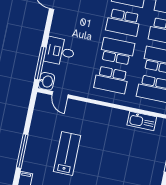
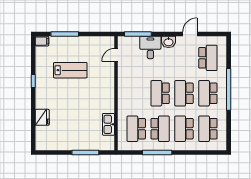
school desk: (117, 51) -> (160, 93), turned 180
school desk: (111, 80) -> (136, 93), removed
washbasin: (47, 81) -> (169, 42), moved

